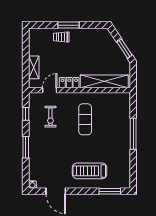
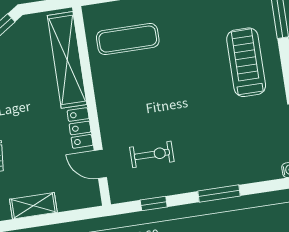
shelving: (34, 67) -> (33, 206), moved
exercise mat: (85, 119) -> (128, 39), moved
treadmill: (90, 171) -> (246, 62), turned 180

